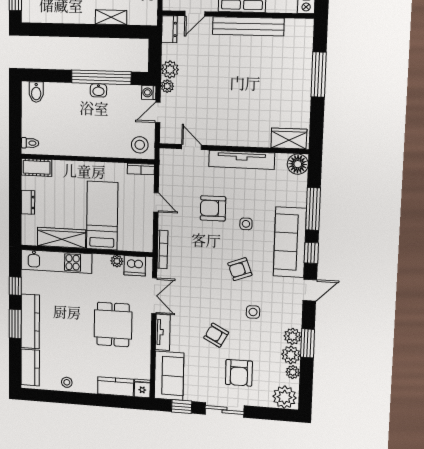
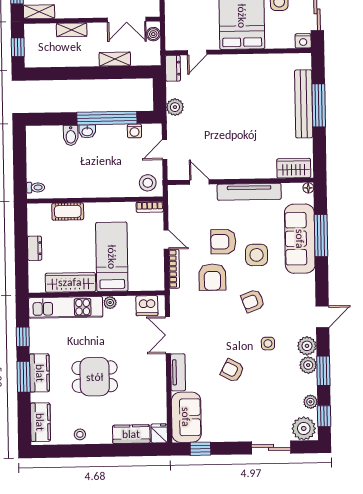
bench: (248, 26) -> (304, 104), moved, turned 90
plant: (167, 86) -> (173, 123), removed
washbasin: (98, 90) -> (87, 131), moved
bidet: (36, 92) -> (71, 135), moved
washing machine: (149, 92) -> (134, 131), moved, turned -90
floor lamp: (298, 164) -> (308, 188), width x0.53, depth x0.53
cot: (36, 167) -> (68, 212), moved
side table: (246, 224) -> (257, 255), width x1.87, depth x1.87
sofa: (290, 242) -> (300, 239), moved
bookcase: (162, 249) -> (174, 269), moved
window: (311, 253) -> (324, 416), moved
plant: (117, 261) -> (110, 303), moved
double door: (154, 296) -> (168, 335), swing flipped
kitchen counter: (30, 321) -> (40, 373), width x0.67
dining table: (113, 324) -> (95, 377), moved, turned 90
plant: (291, 355) -> (307, 346), moved
armchair: (239, 373) -> (212, 277), moved
sliding door: (224, 410) -> (271, 447), moved

